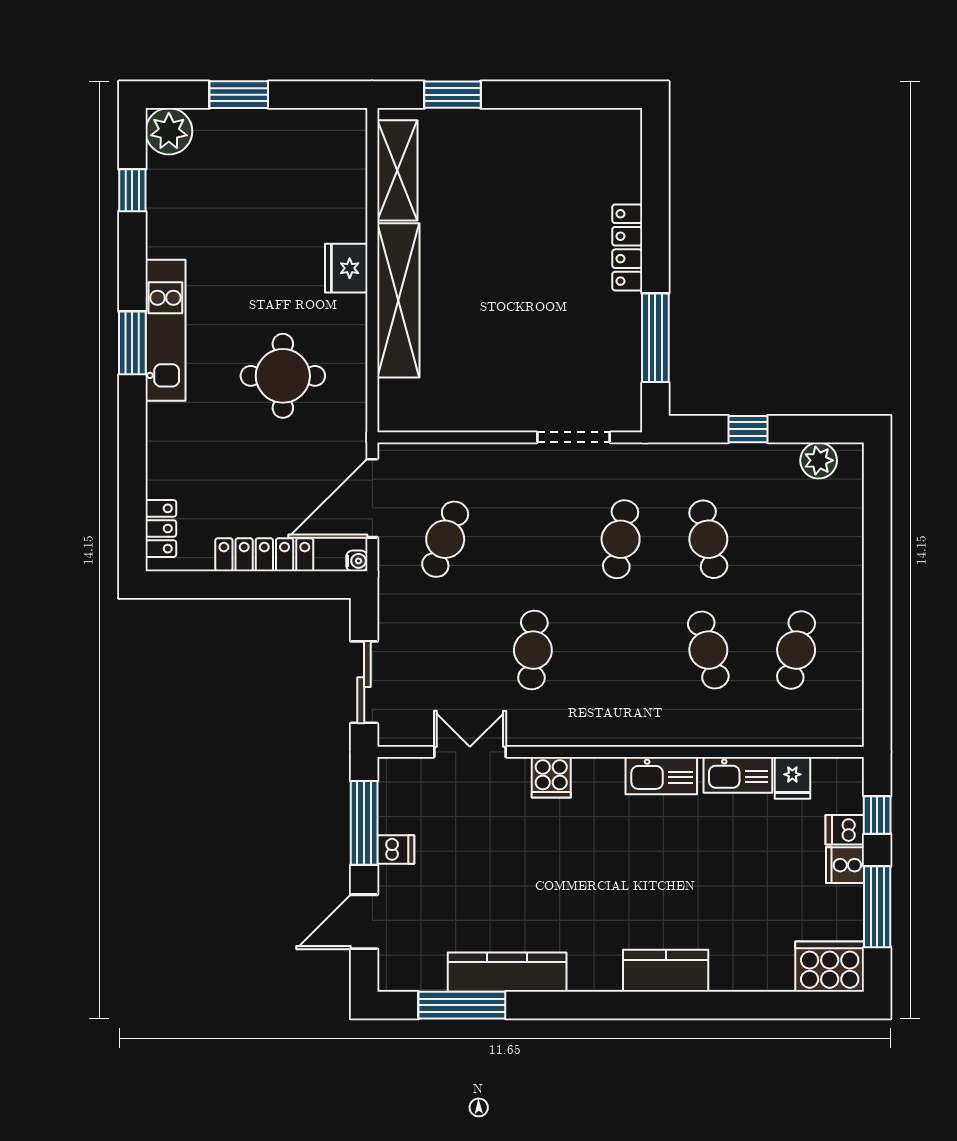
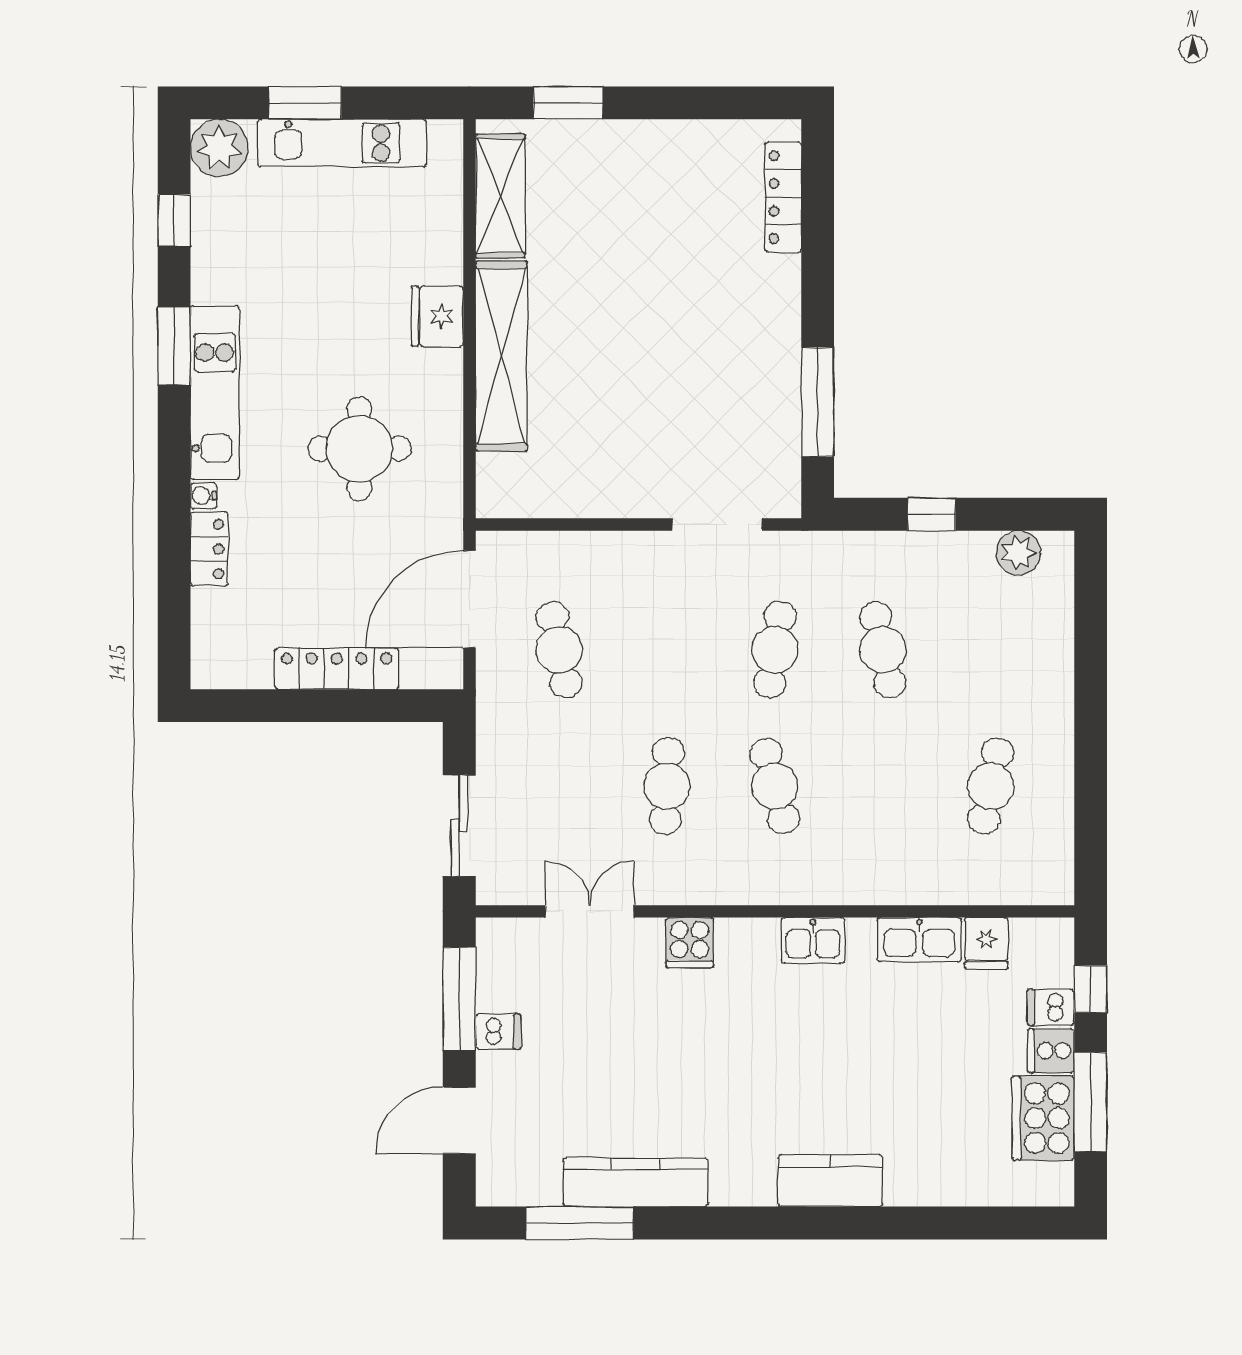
kitchen unit: (269, 127) -> (342, 143), added
locker: (627, 247) -> (783, 197), moved
window: (132, 343) -> (174, 346), moved
locker: (161, 529) -> (209, 549), moved
cafe table: (445, 539) -> (559, 650), turned -33
water cooler: (357, 561) -> (203, 496), moved, turned 180
cafe table: (708, 650) -> (775, 786), moved
kitchen sink: (661, 776) -> (813, 941), width x0.73
cooker: (830, 967) -> (1043, 1118), moved, turned -90

